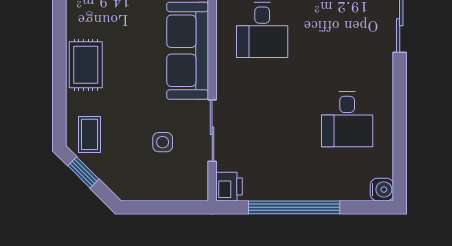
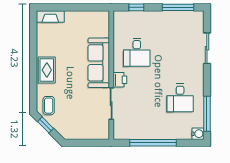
side table: (163, 142) -> (86, 109), removed
window: (400, 150) -> (207, 114), added
printer: (229, 187) -> (120, 80), moved

